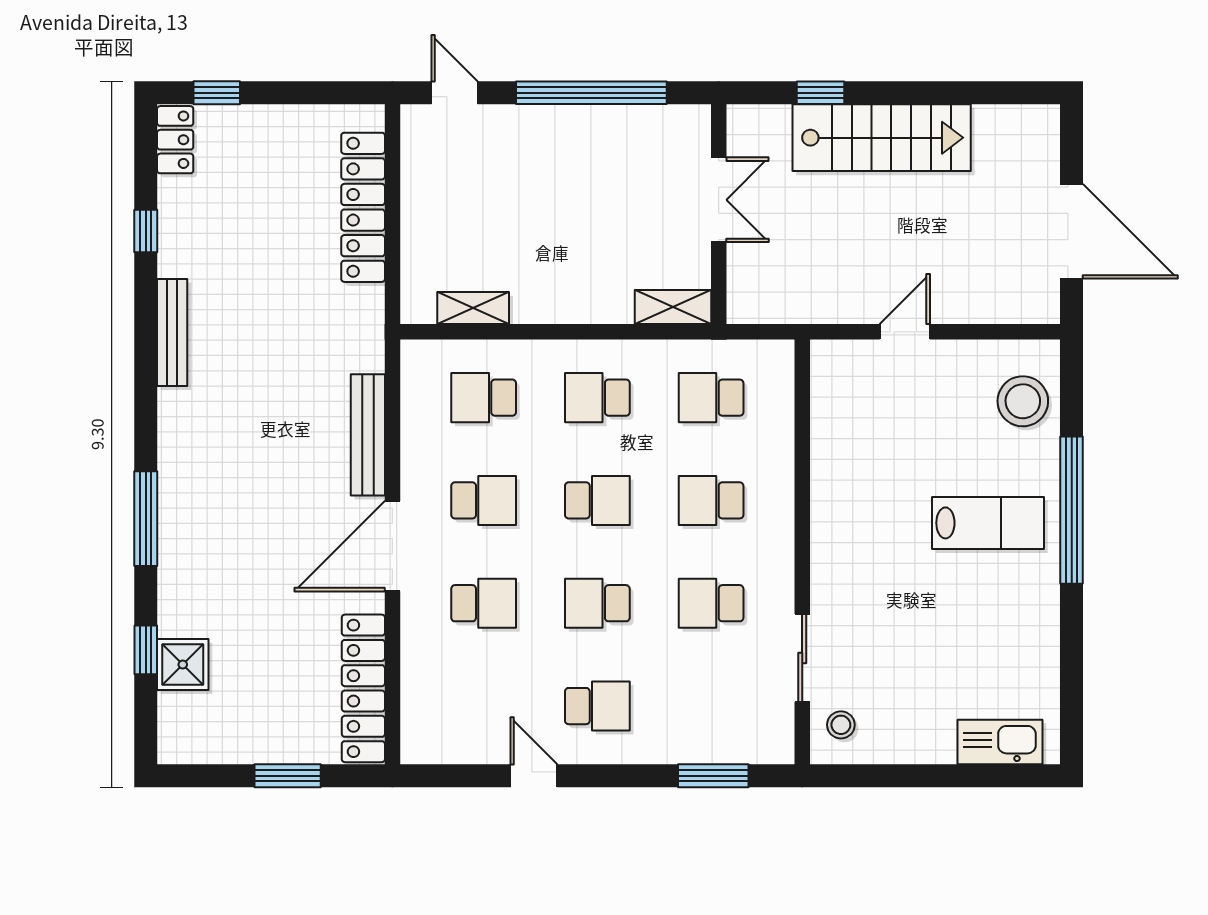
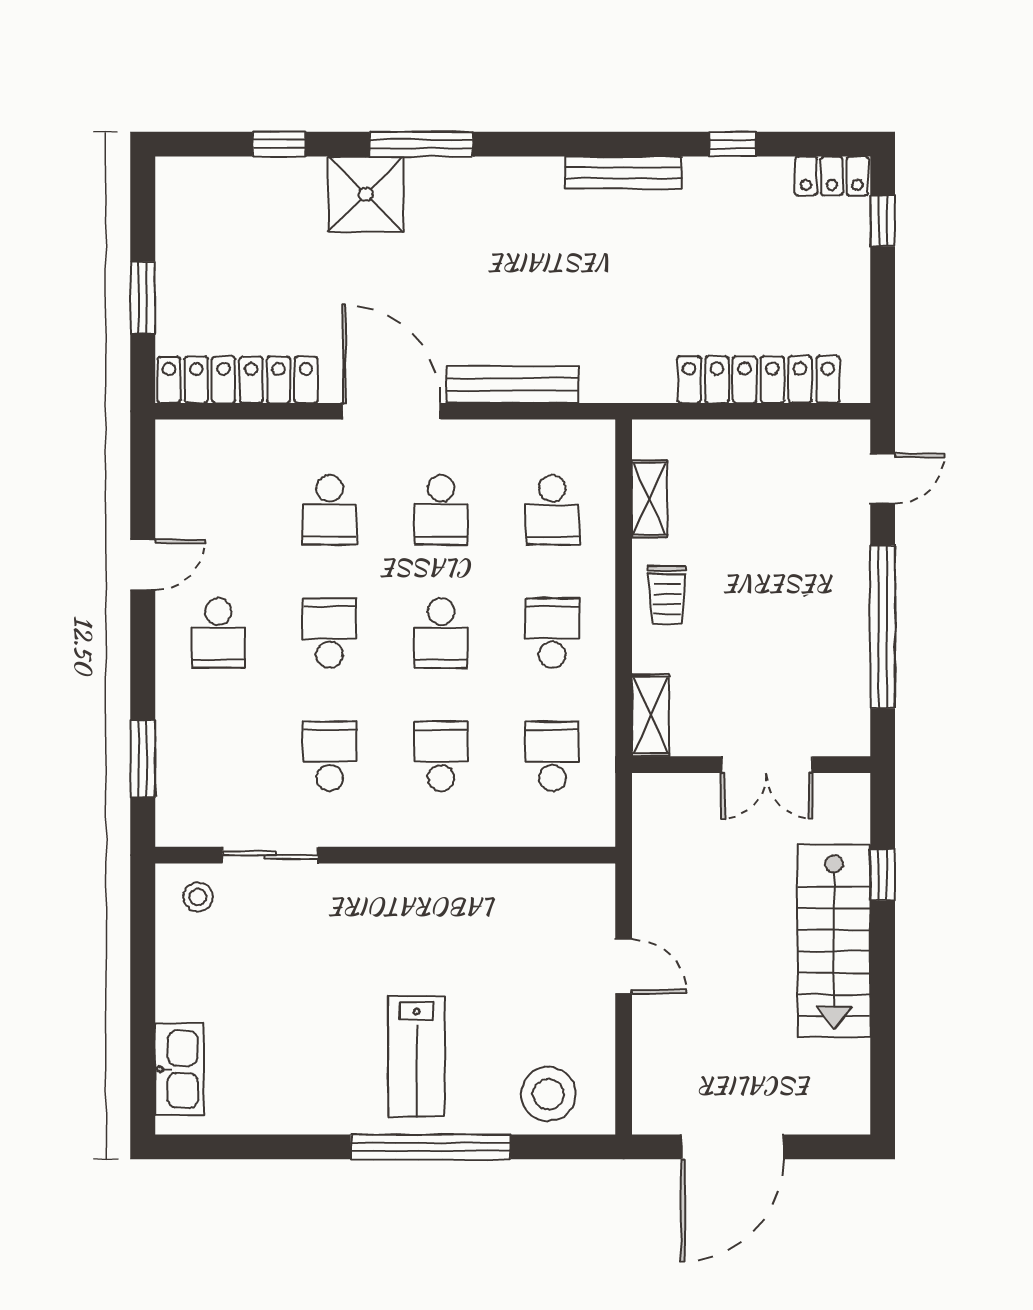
trolley: (562, 292) -> (667, 595), added
school desk: (484, 398) -> (552, 510), turned 180
shower: (183, 665) -> (366, 194), moved, width x1.36, depth x1.36

